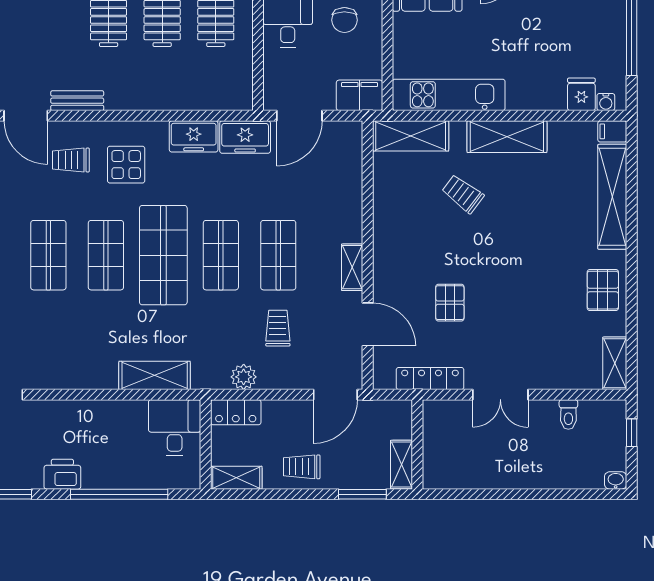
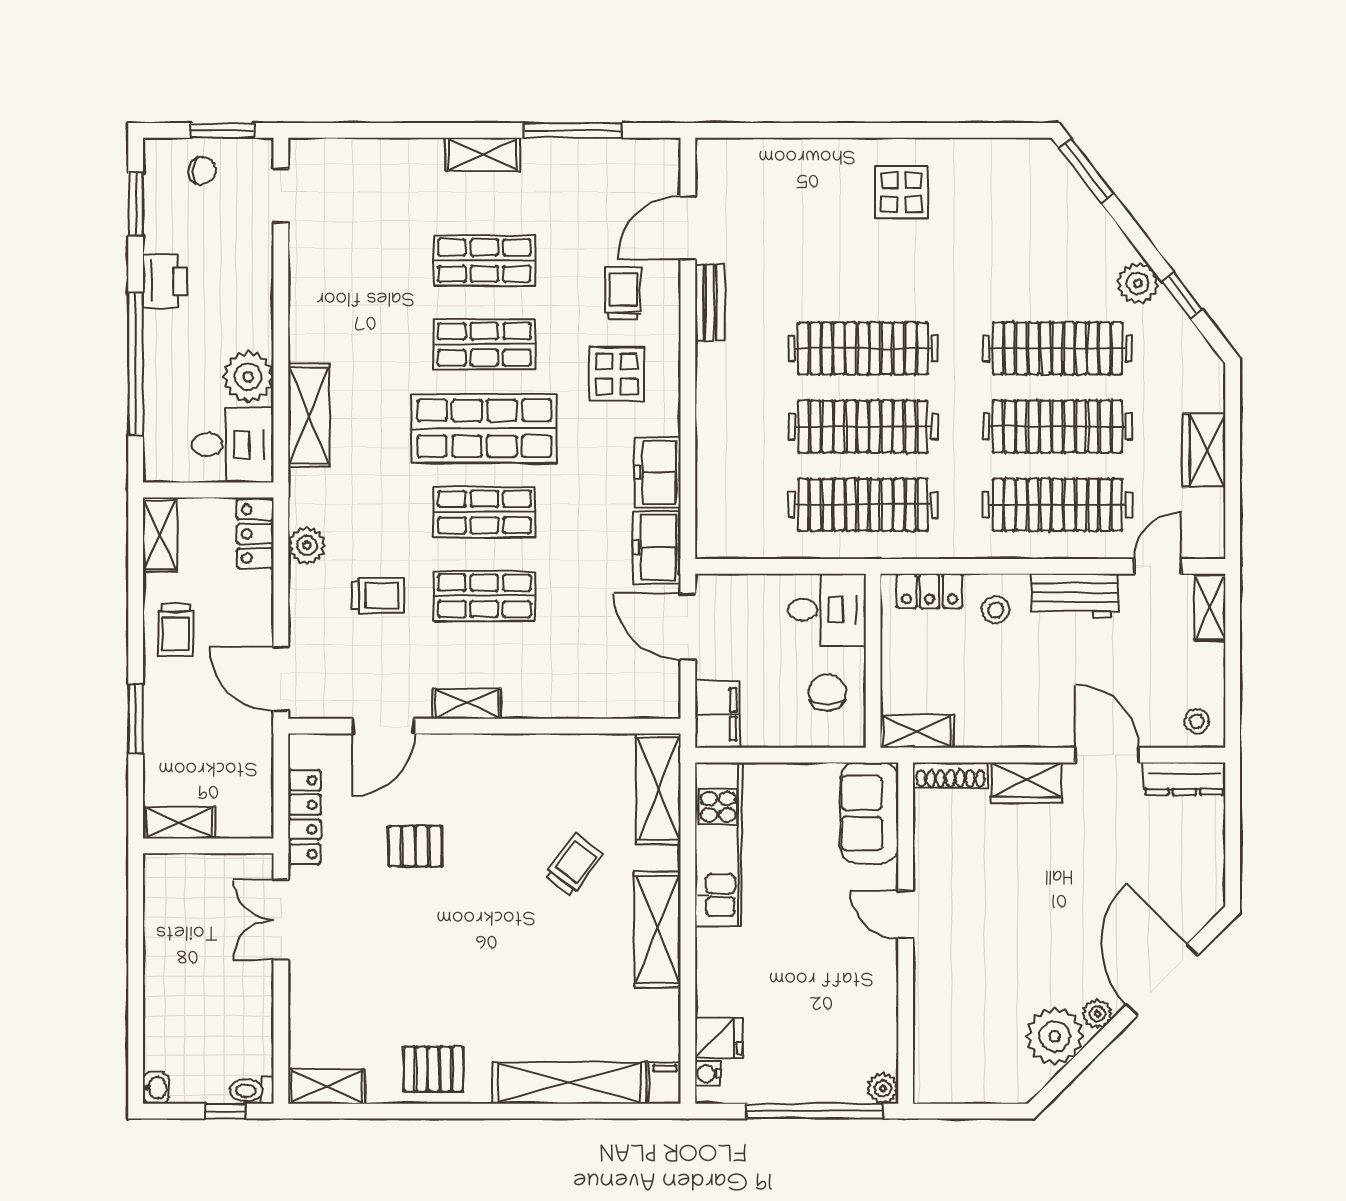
chair: (344, 20) -> (827, 692), turned 90
toilet: (568, 415) -> (252, 1090), moved
plant: (128, 417) -> (248, 377), added
wall: (417, 444) -> (208, 846), moved
shelving: (401, 464) -> (179, 823), moved
trolley: (302, 467) -> (176, 630), turned 180

